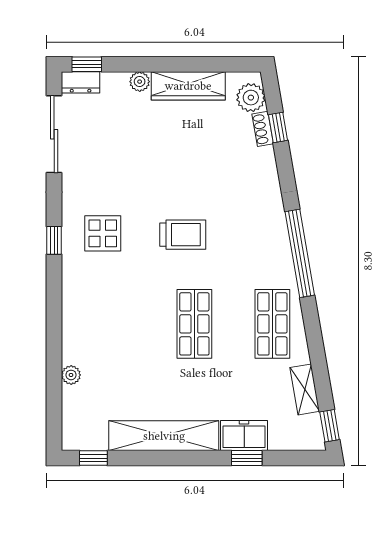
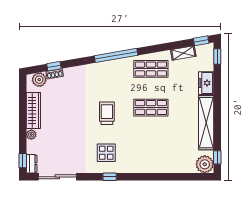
plant: (71, 375) -> (205, 164), moved, width x1.88, depth x1.88
window: (247, 458) -> (217, 57), moved

